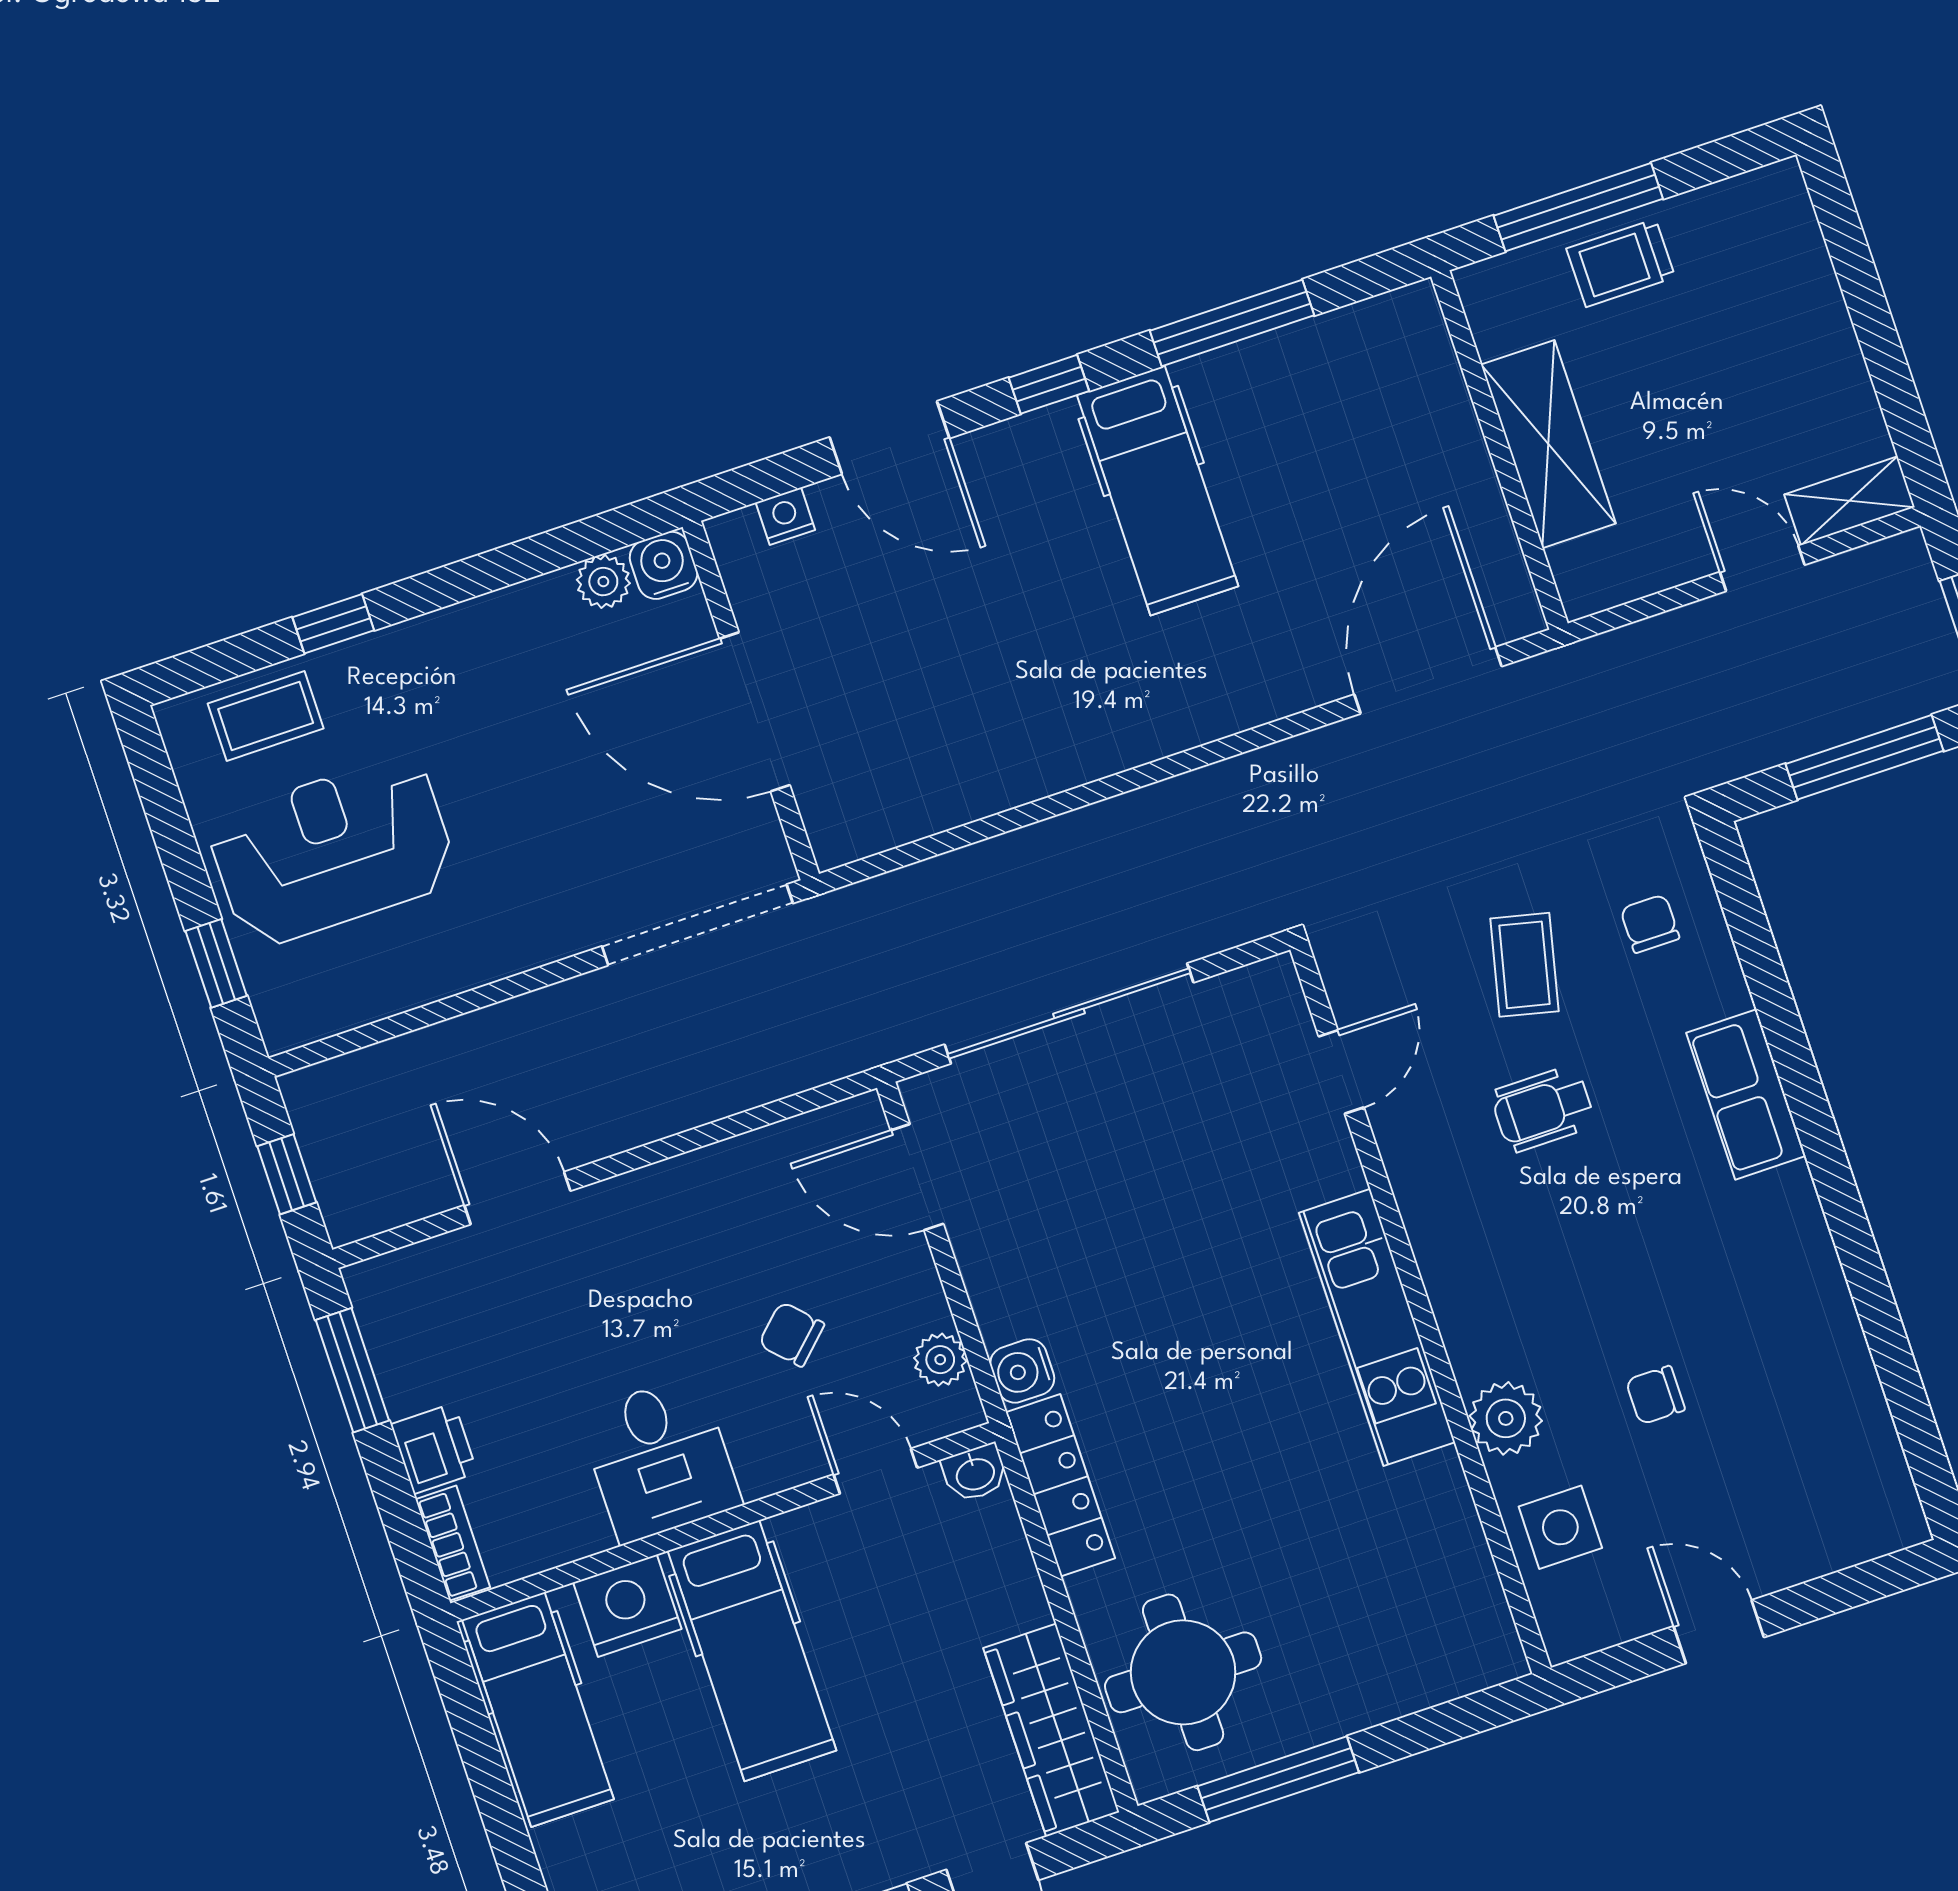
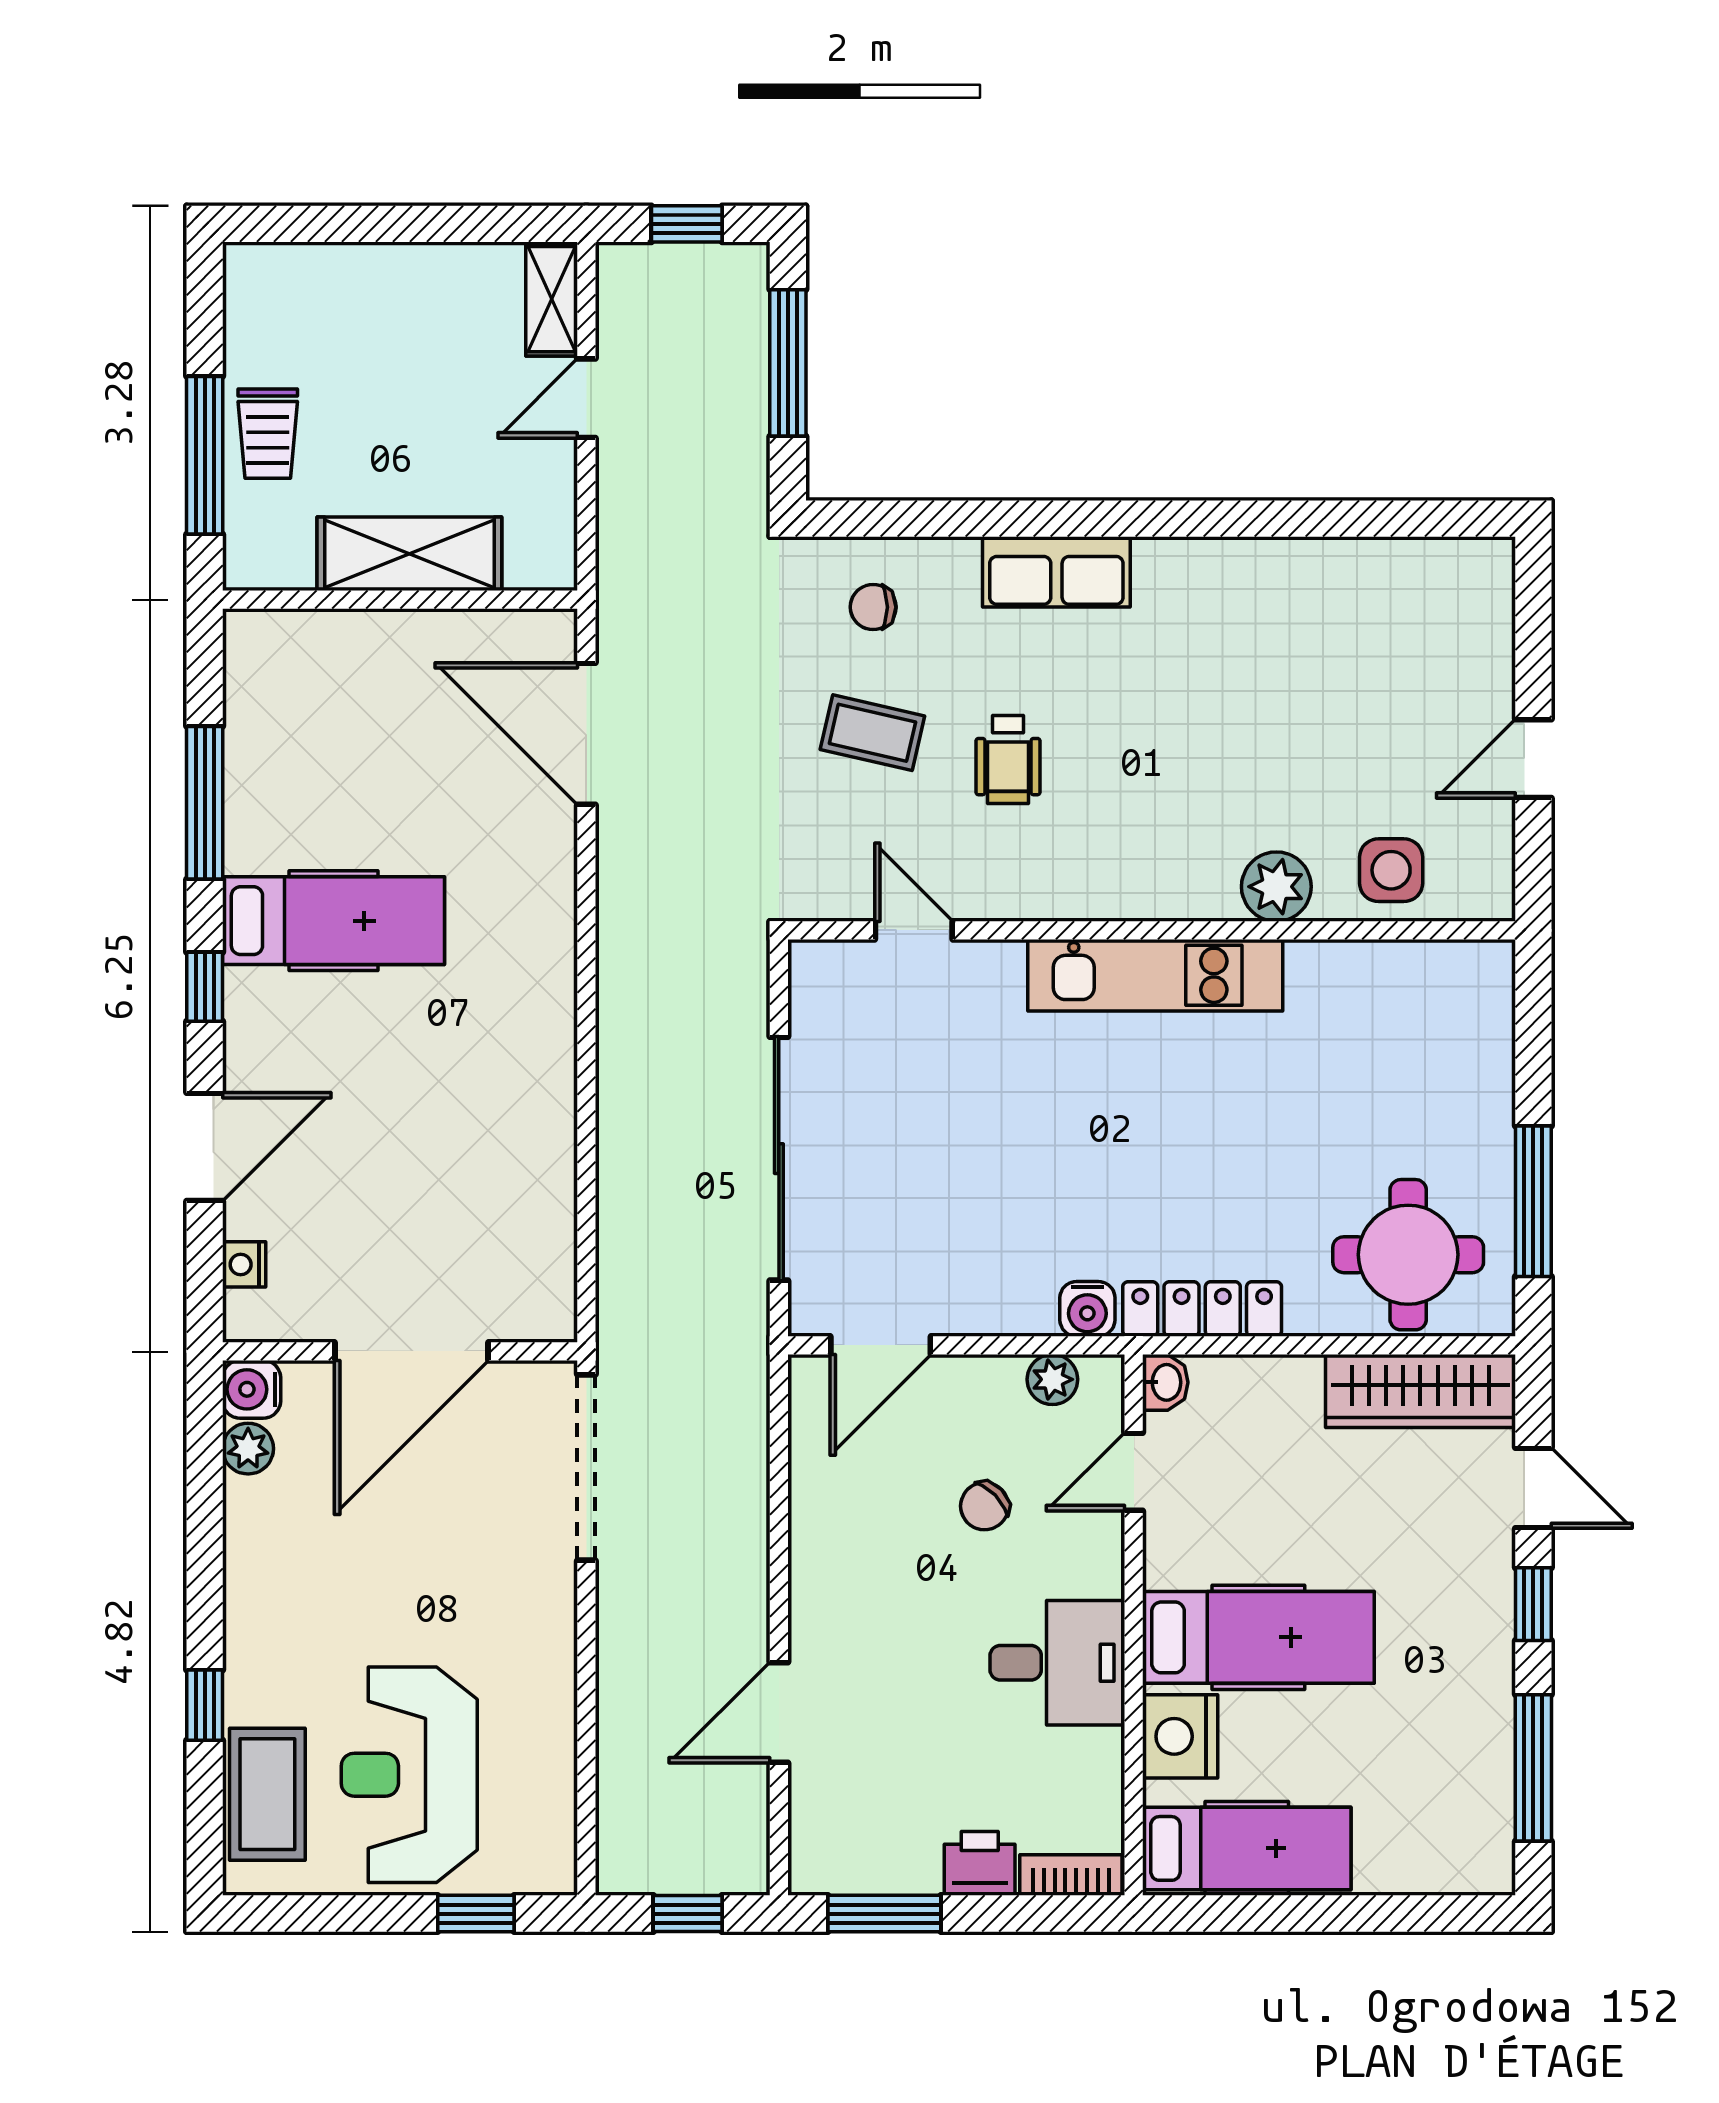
coffee table: (266, 716) -> (267, 1794), width x1.36, depth x1.30
chair: (1655, 1395) -> (1301, 745), removed

